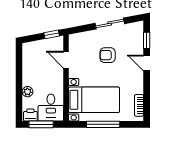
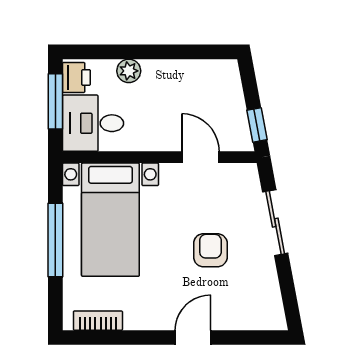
sliding door: (110, 24) -> (275, 223), moved
window: (147, 40) -> (244, 338), removed
door: (66, 60) -> (200, 157), hinge flipped

